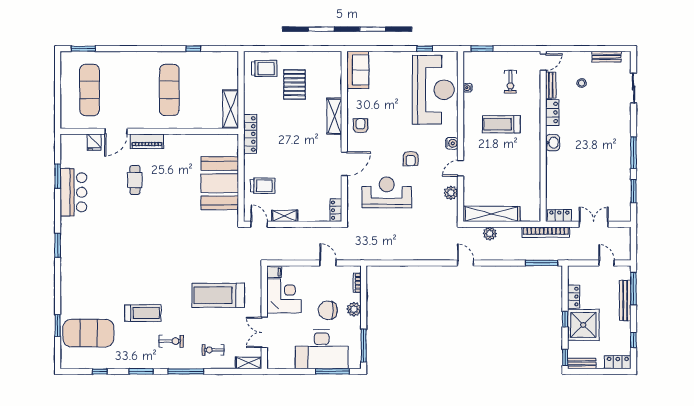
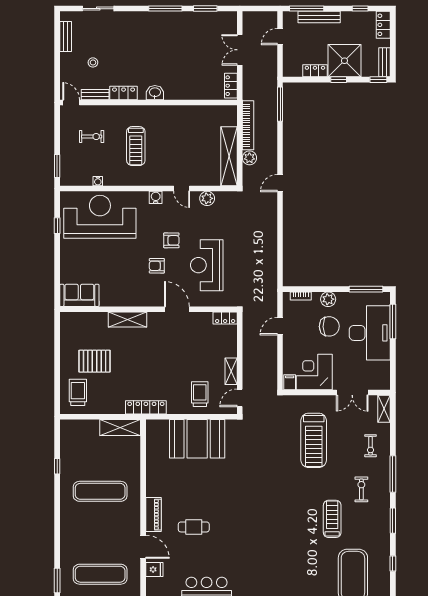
armchair: (360, 126) -> (157, 266), moved
bookcase: (546, 232) -> (248, 125), moved
chair: (328, 310) -> (329, 326), turned -91

